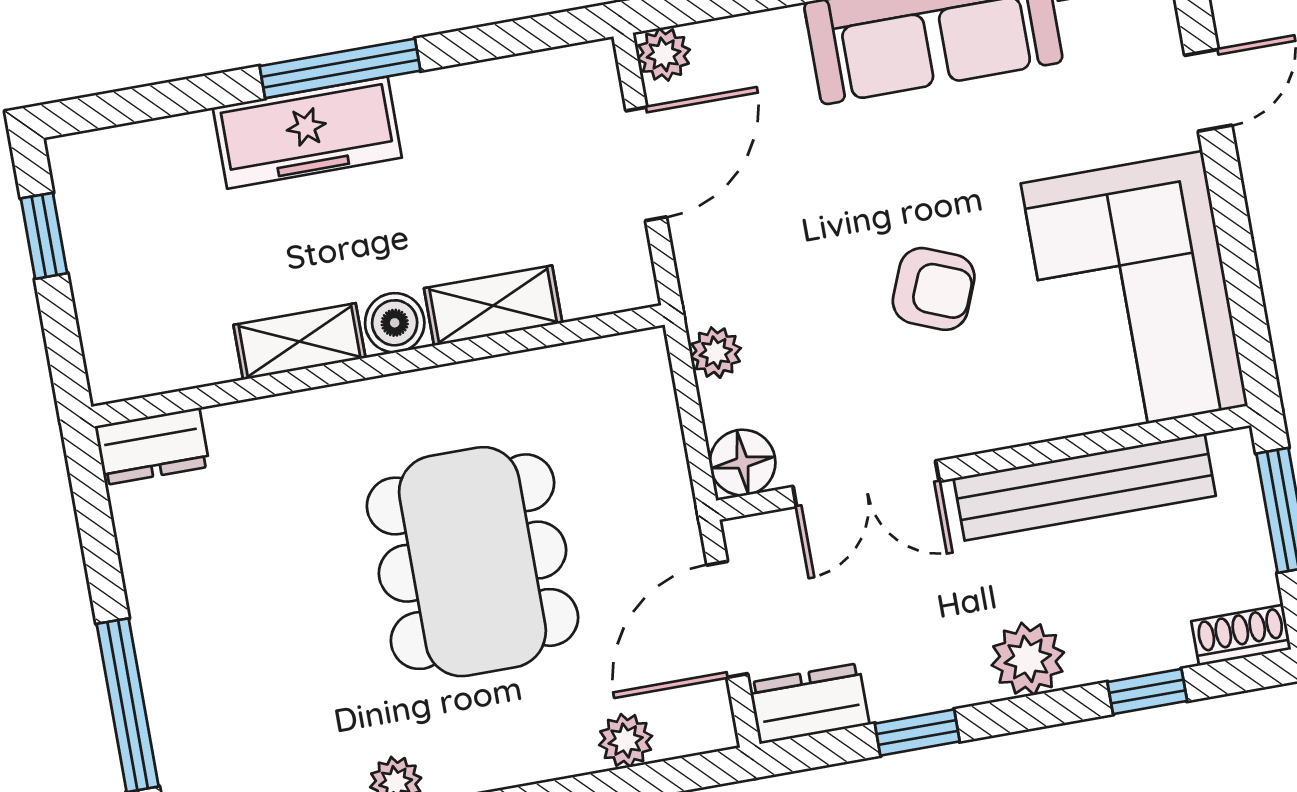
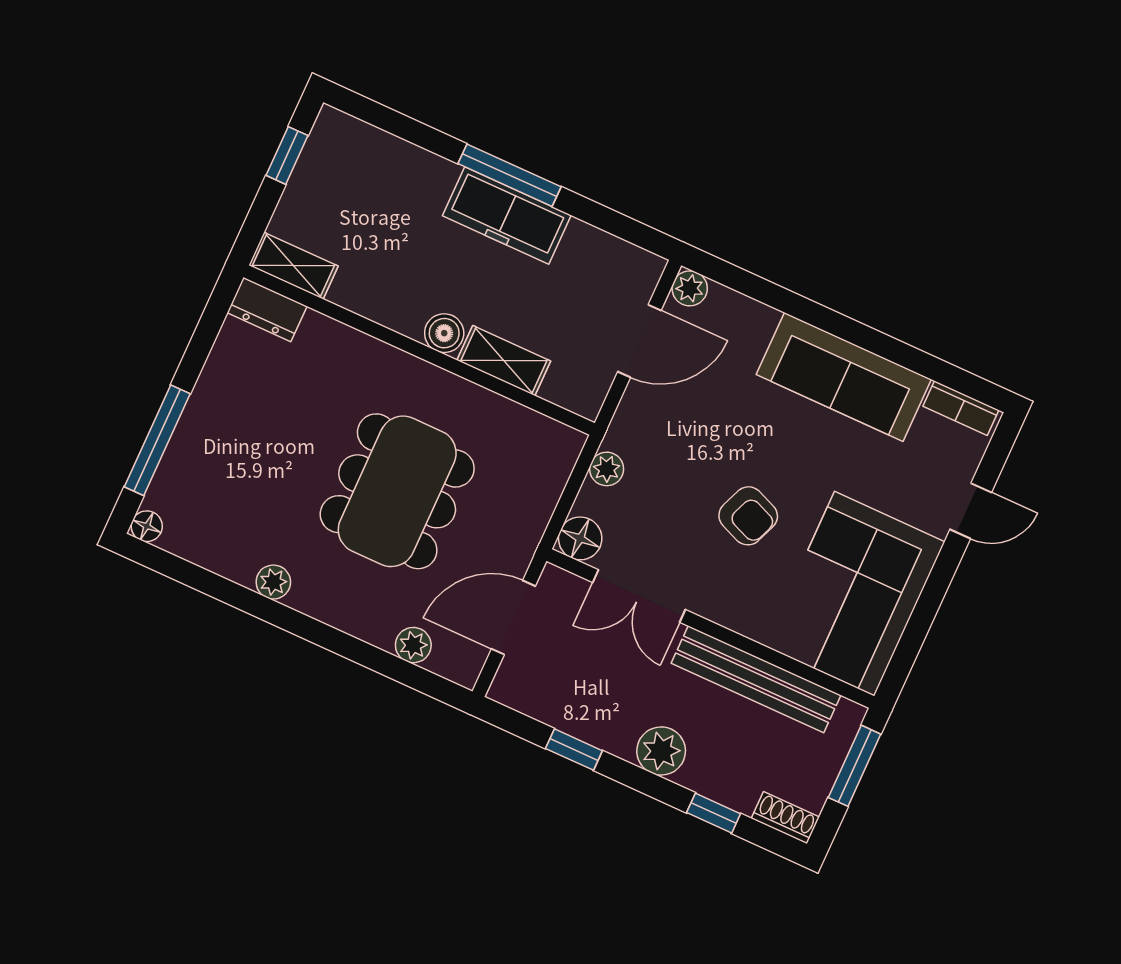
freezer: (307, 133) -> (507, 215), moved
shelving: (299, 341) -> (293, 266), moved
dresser: (810, 703) -> (527, 694), removed

